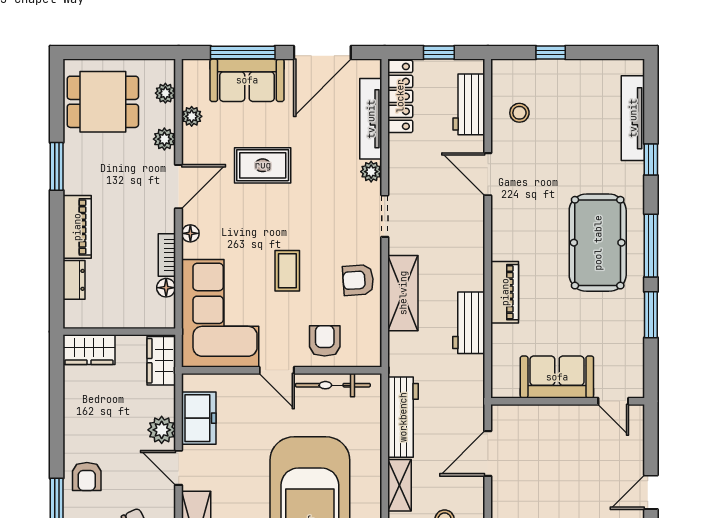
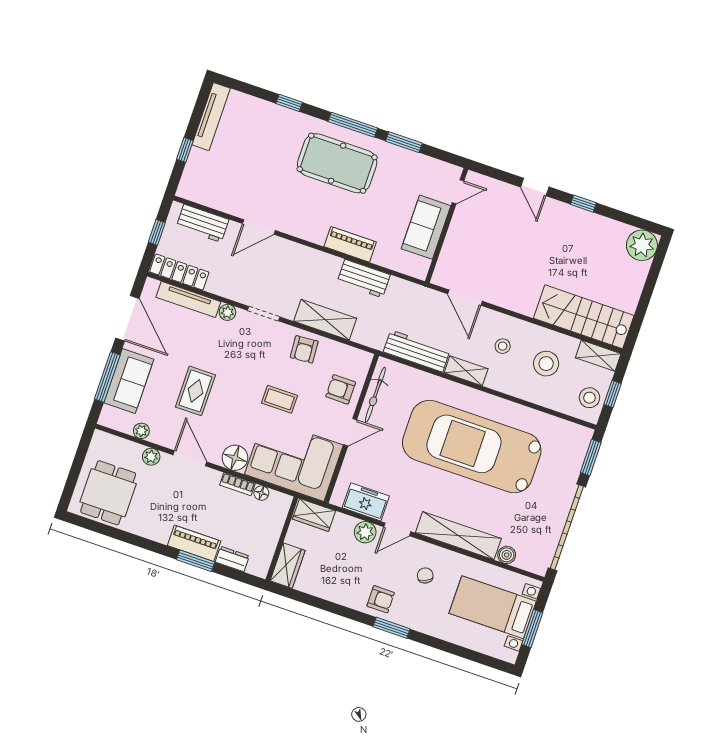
plant: (165, 93) -> (118, 444), removed
stool: (519, 113) -> (222, 188), removed
tv unit: (633, 118) -> (211, 117), moved, turned -90
window: (57, 166) -> (196, 561), moved
floor lamp: (190, 233) -> (235, 458), width x1.89, depth x1.89

